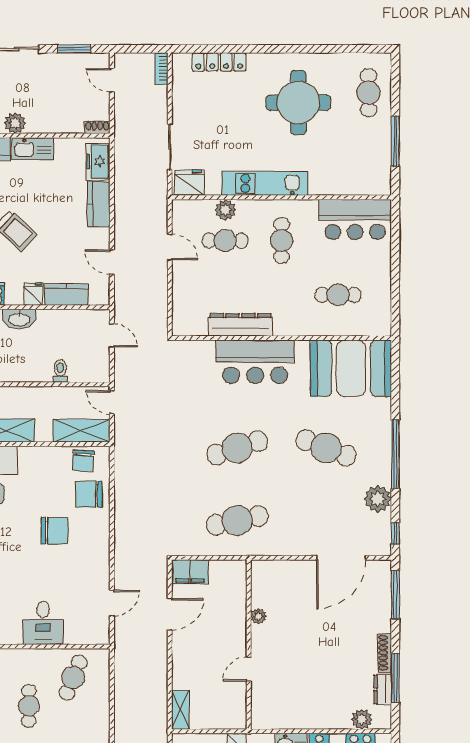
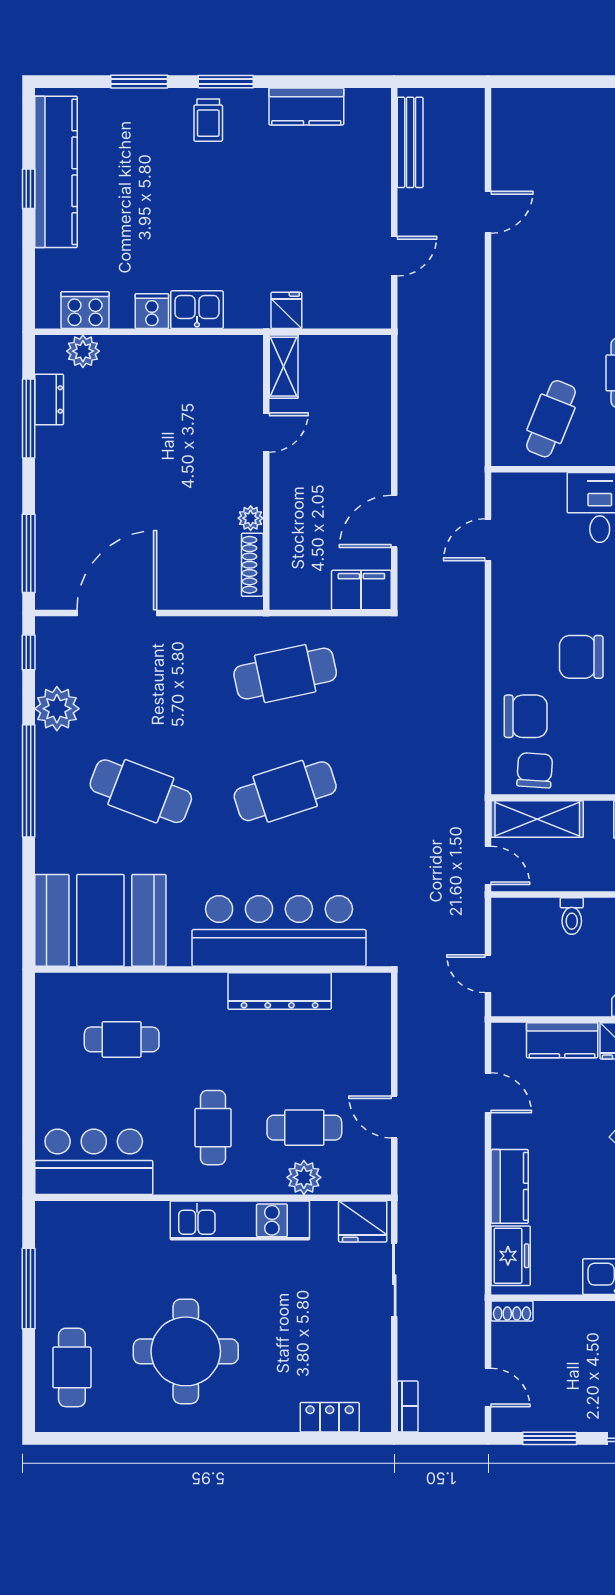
locker: (219, 62) -> (330, 1417), width x0.66
bar counter: (255, 362) -> (279, 931), width x1.36
shoe rack: (385, 653) -> (252, 565), moved, turned 180
shelving: (181, 710) -> (284, 367), moved

